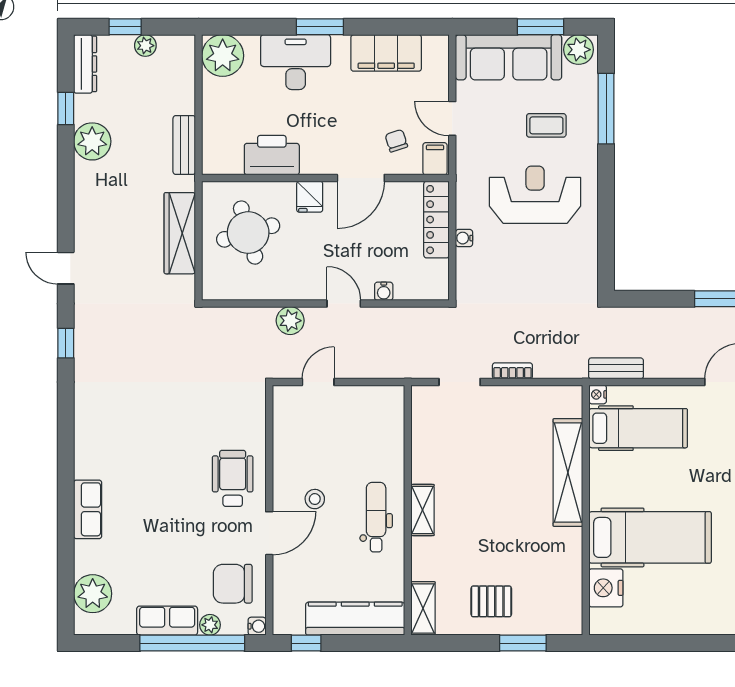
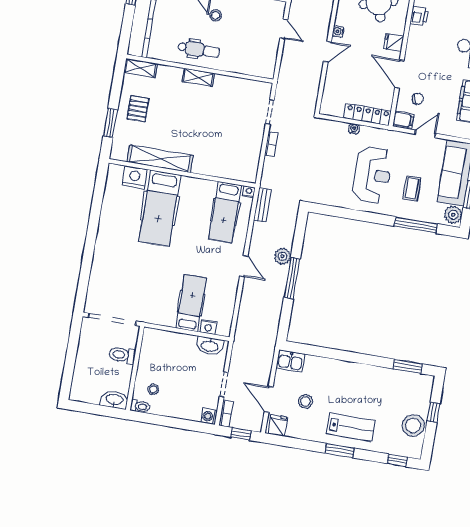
printer: (272, 155) -> (419, 16), width x0.53, depth x0.68
water cooler: (384, 291) -> (338, 31), moved
plant: (290, 321) -> (283, 256), moved
shelving: (568, 473) -> (160, 159), moved

